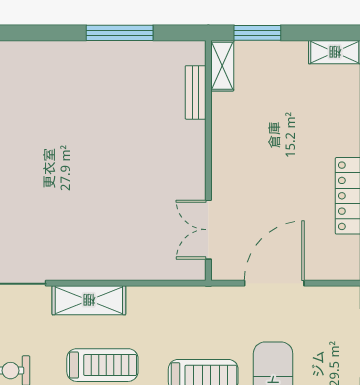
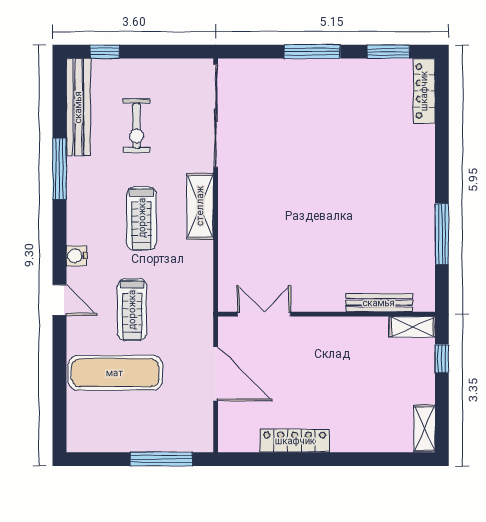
window: (257, 33) -> (442, 359), width x0.67
bench: (196, 92) -> (379, 303), width x1.36

